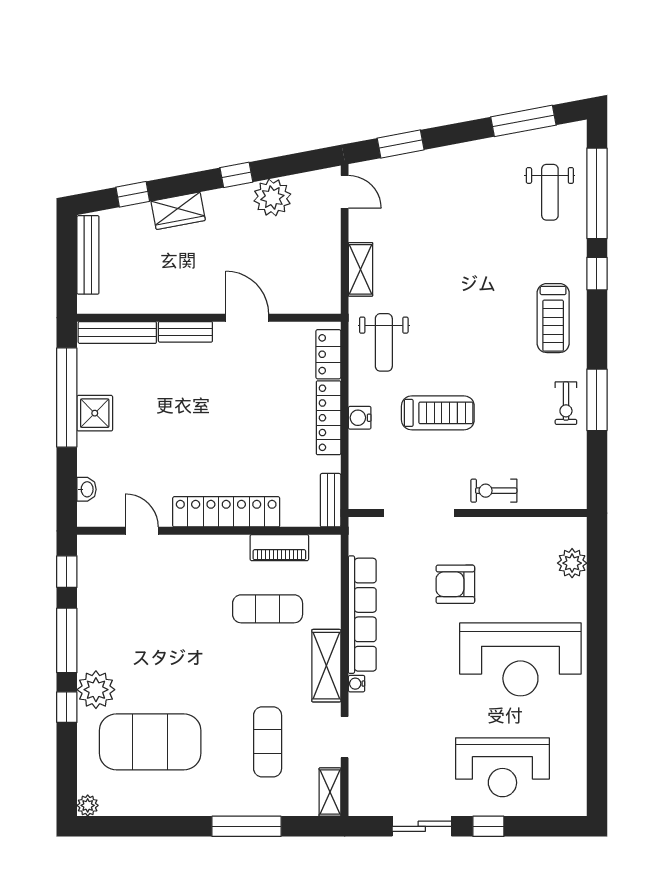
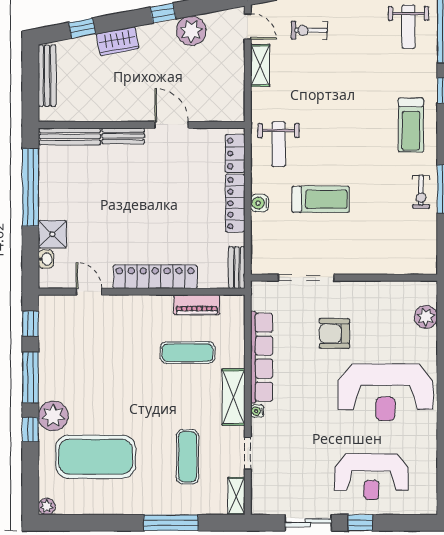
shelving: (360, 269) -> (260, 65), moved
shower: (95, 413) -> (52, 234), moved
exercise bike: (494, 491) -> (309, 30), moved

